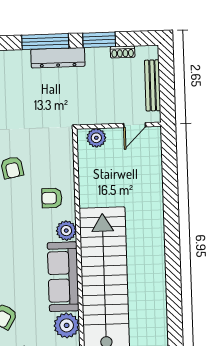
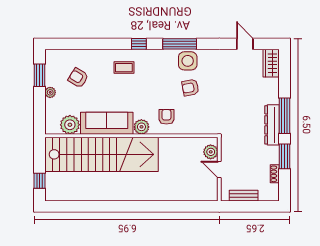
bench: (153, 85) -> (244, 196), width x0.73
door: (135, 125) -> (219, 170), moved

